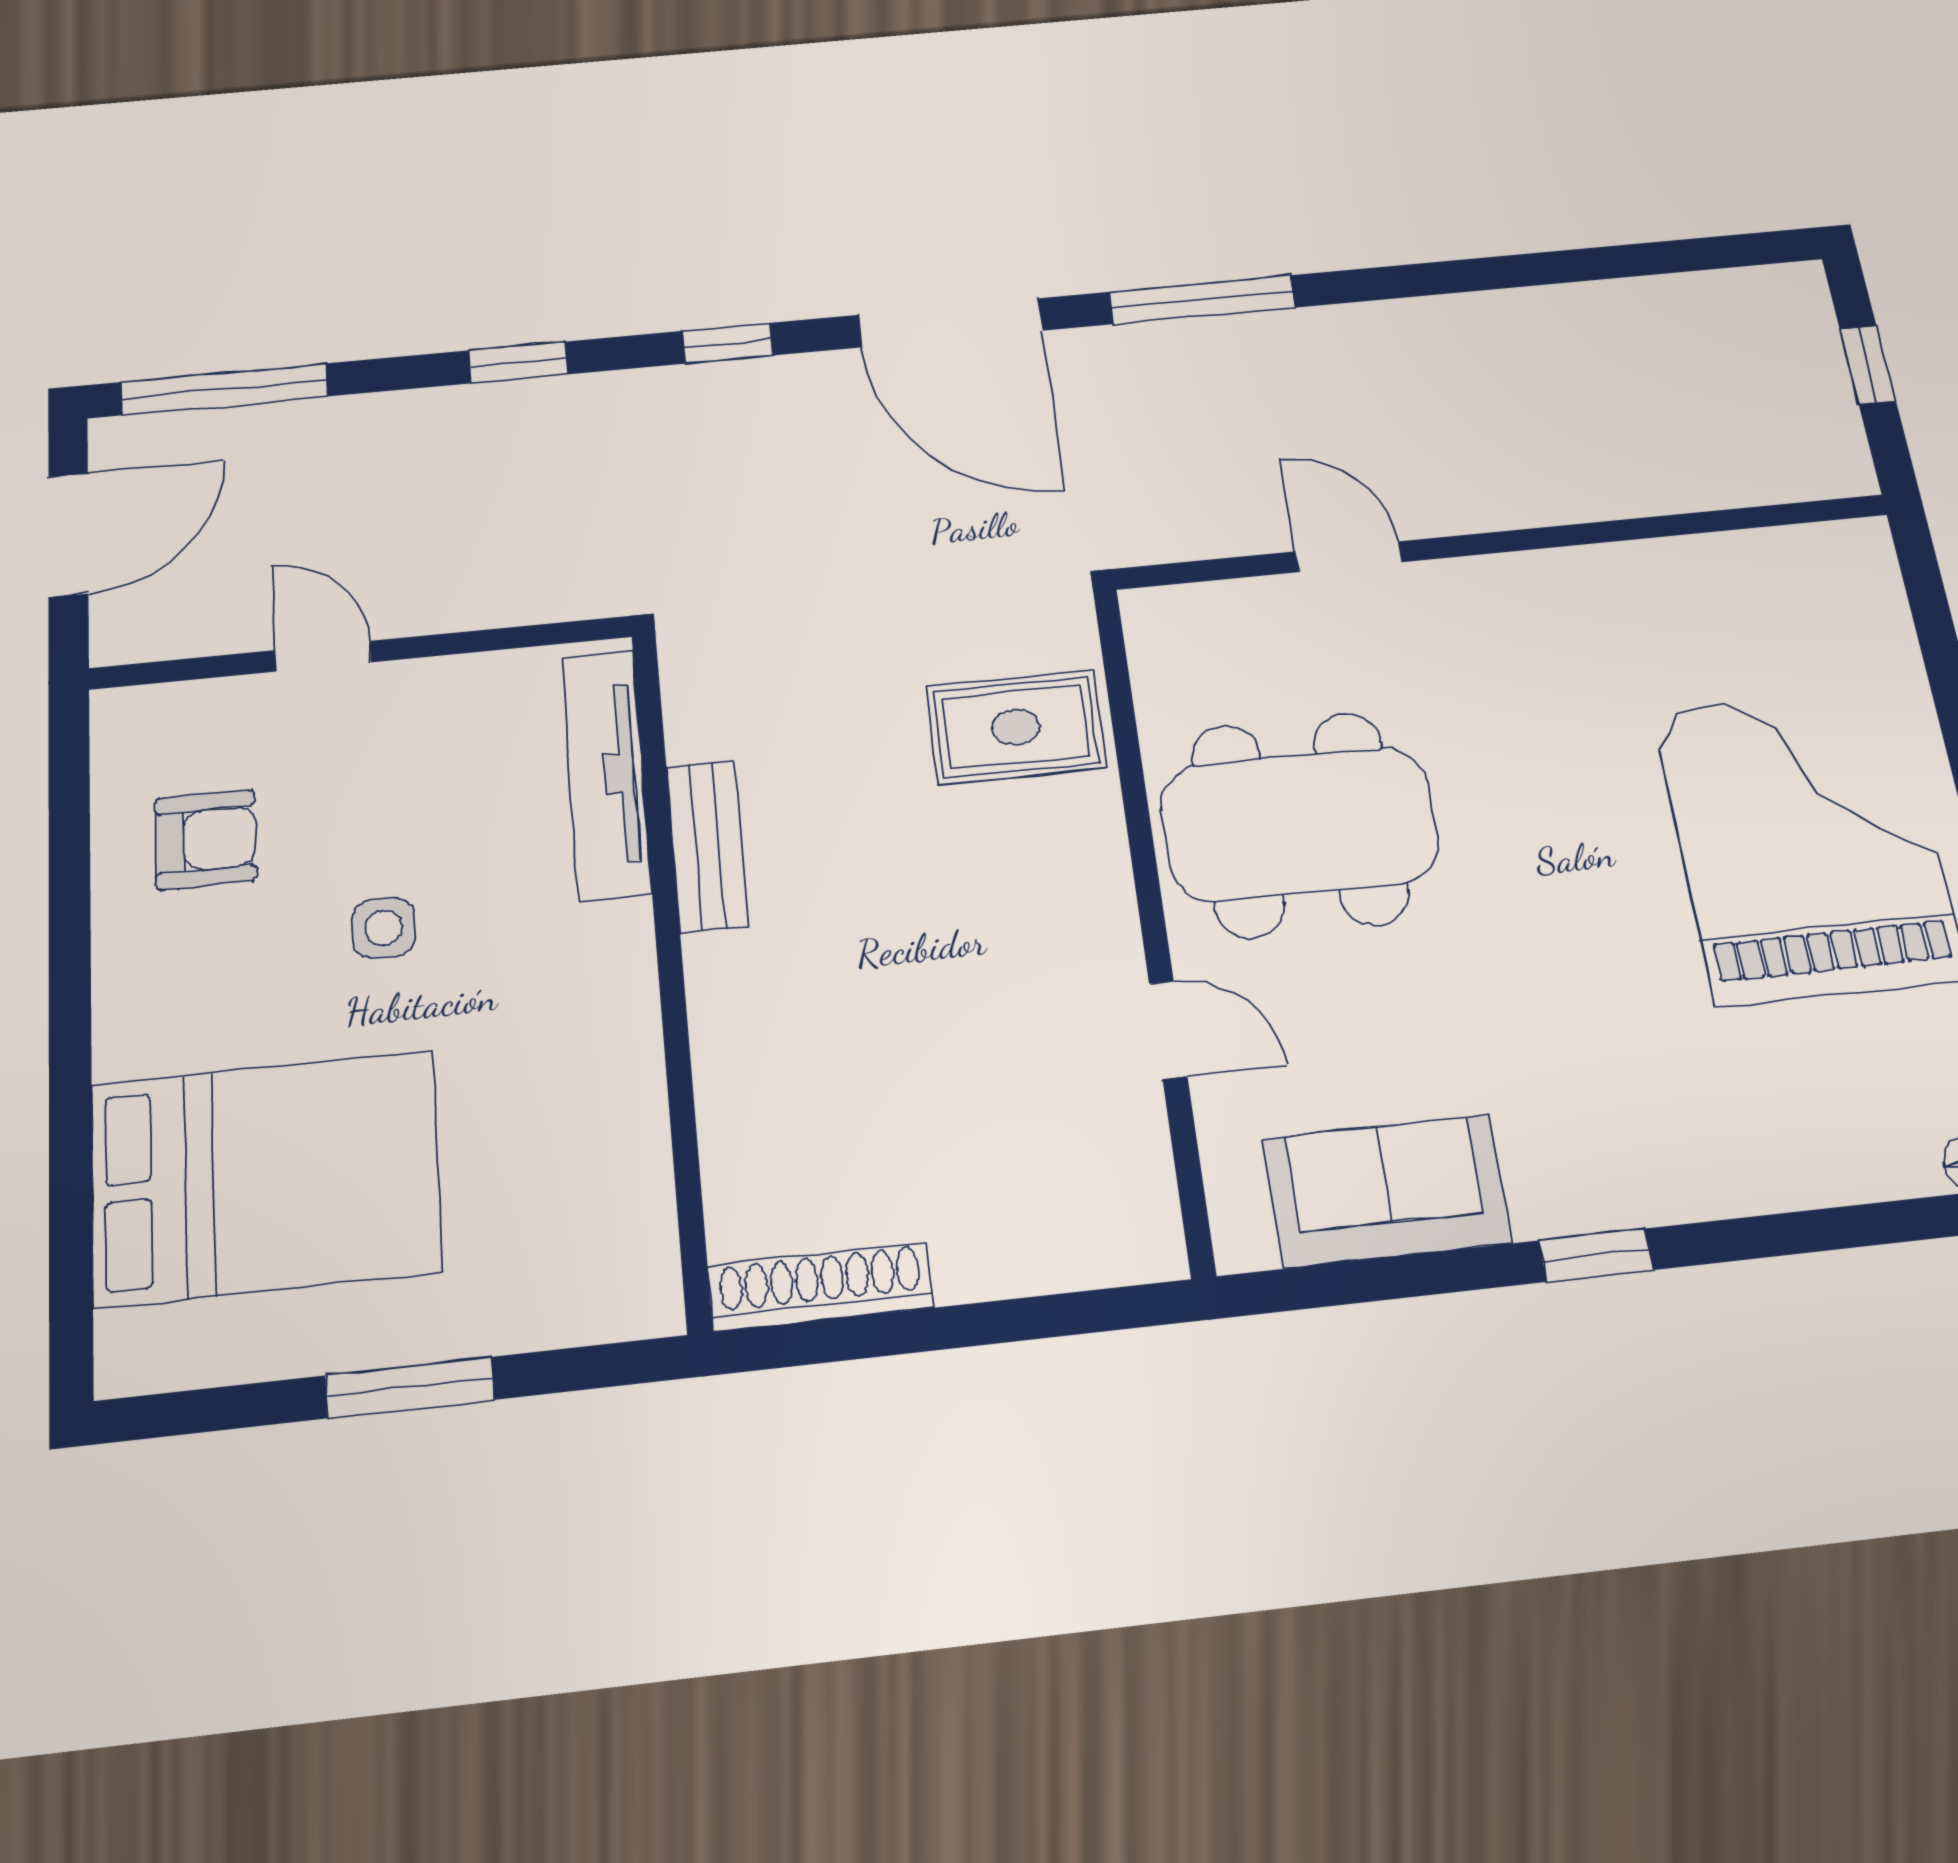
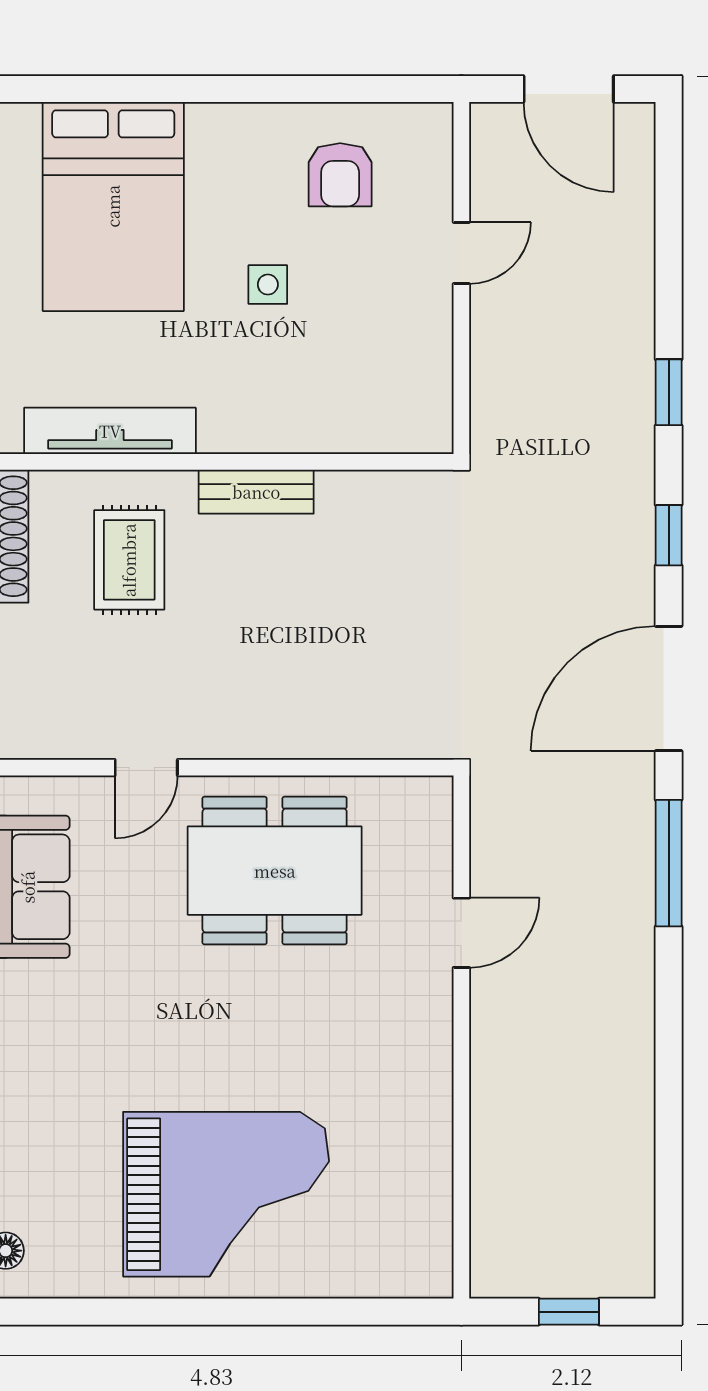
window: (224, 389) -> (669, 194), removed
rug: (1016, 727) -> (129, 560), moved
tv unit: (606, 774) -> (110, 431), moved
dining table: (1299, 824) -> (275, 871), turned 90
bench: (707, 846) -> (256, 492), moved

